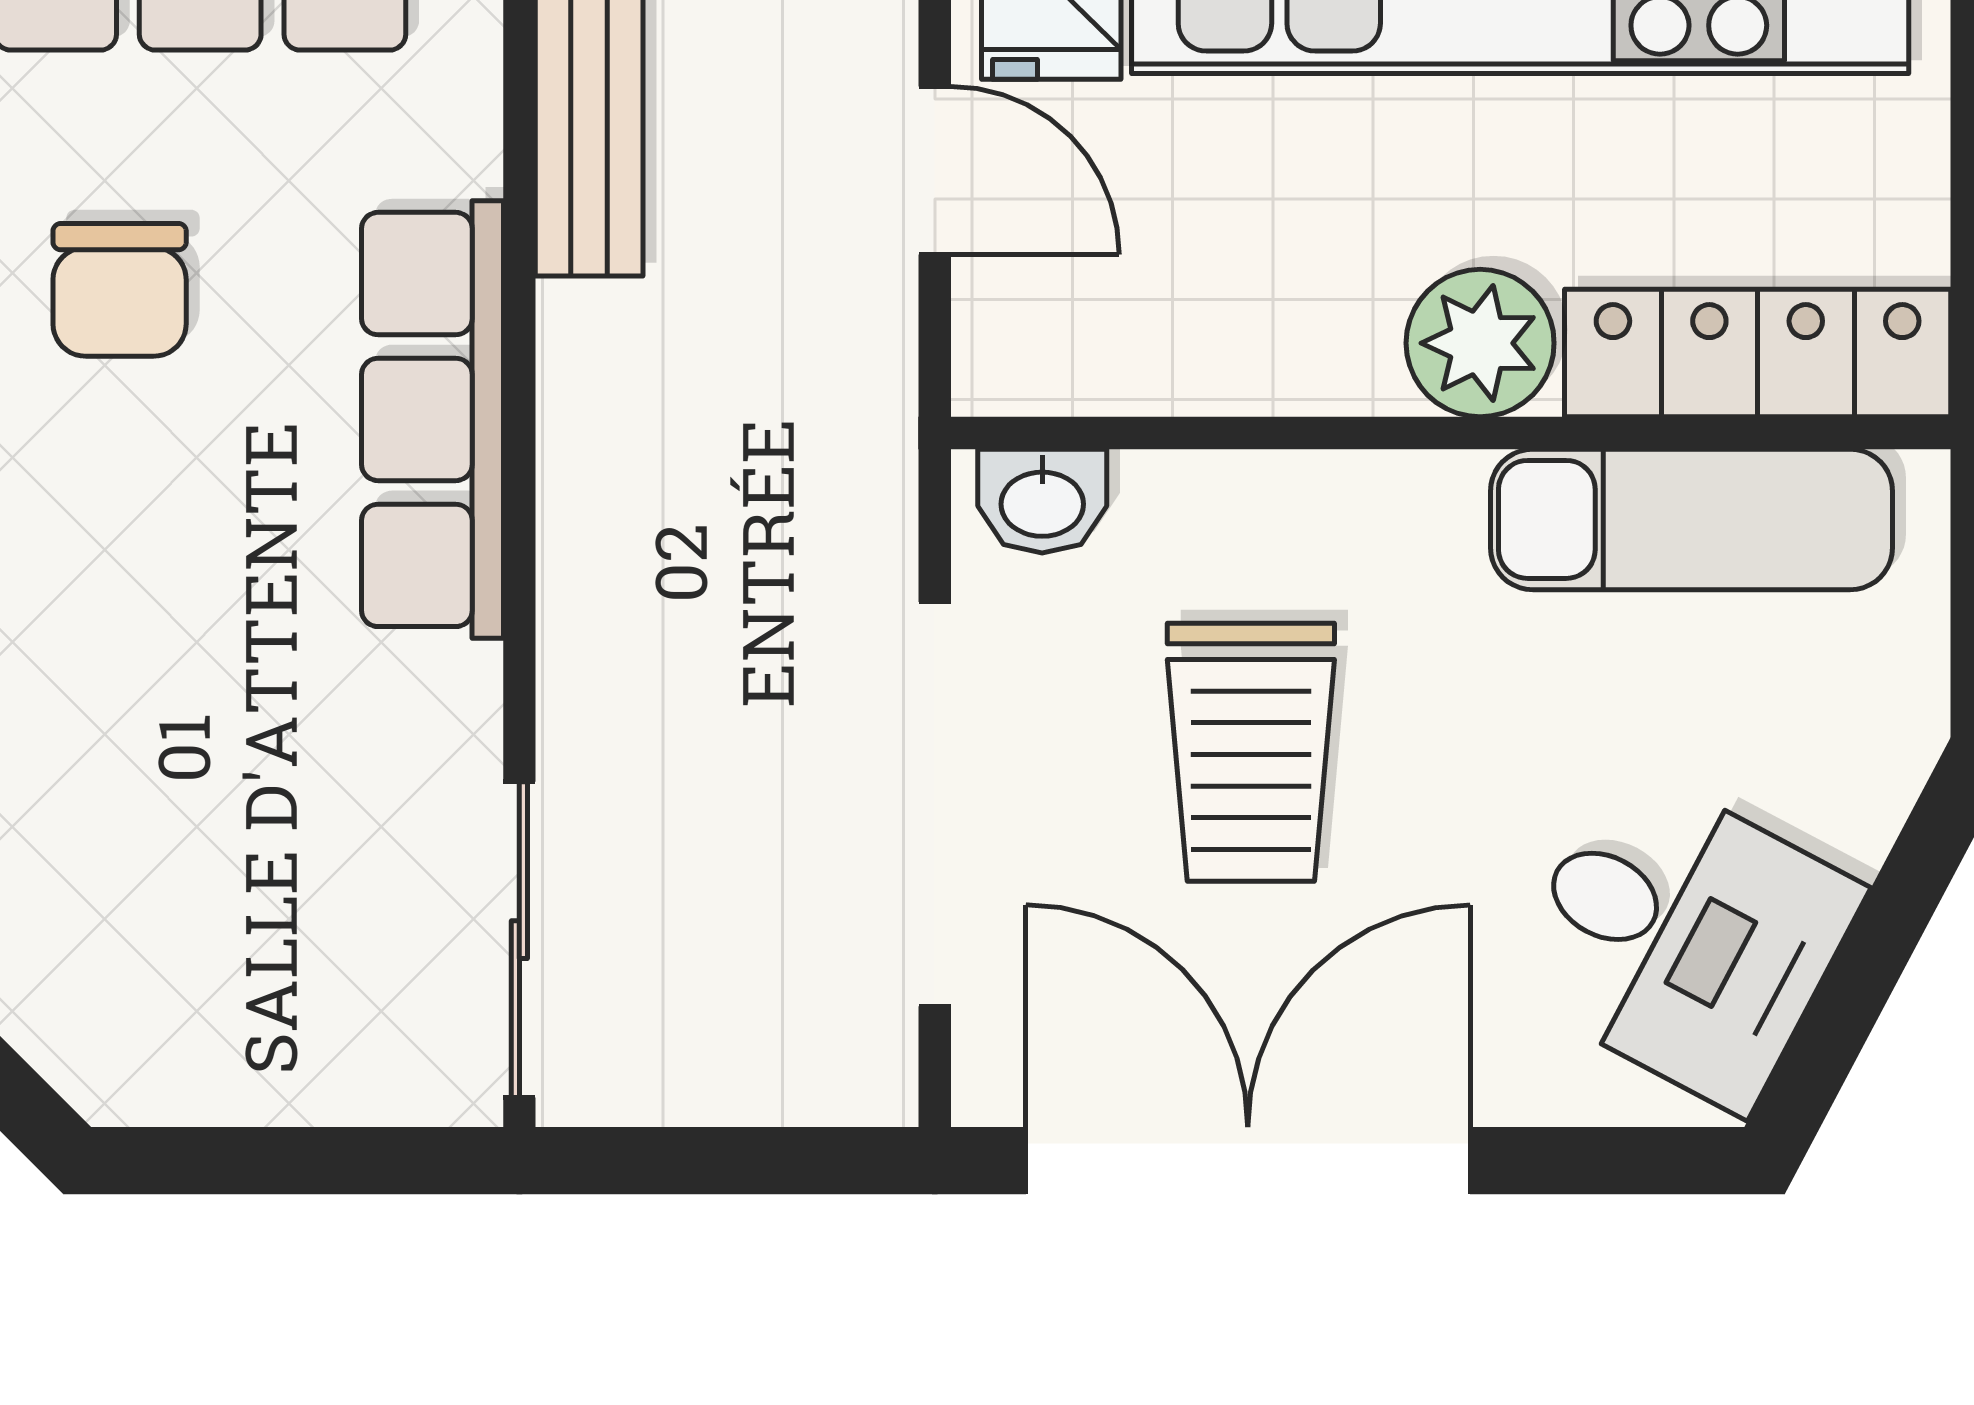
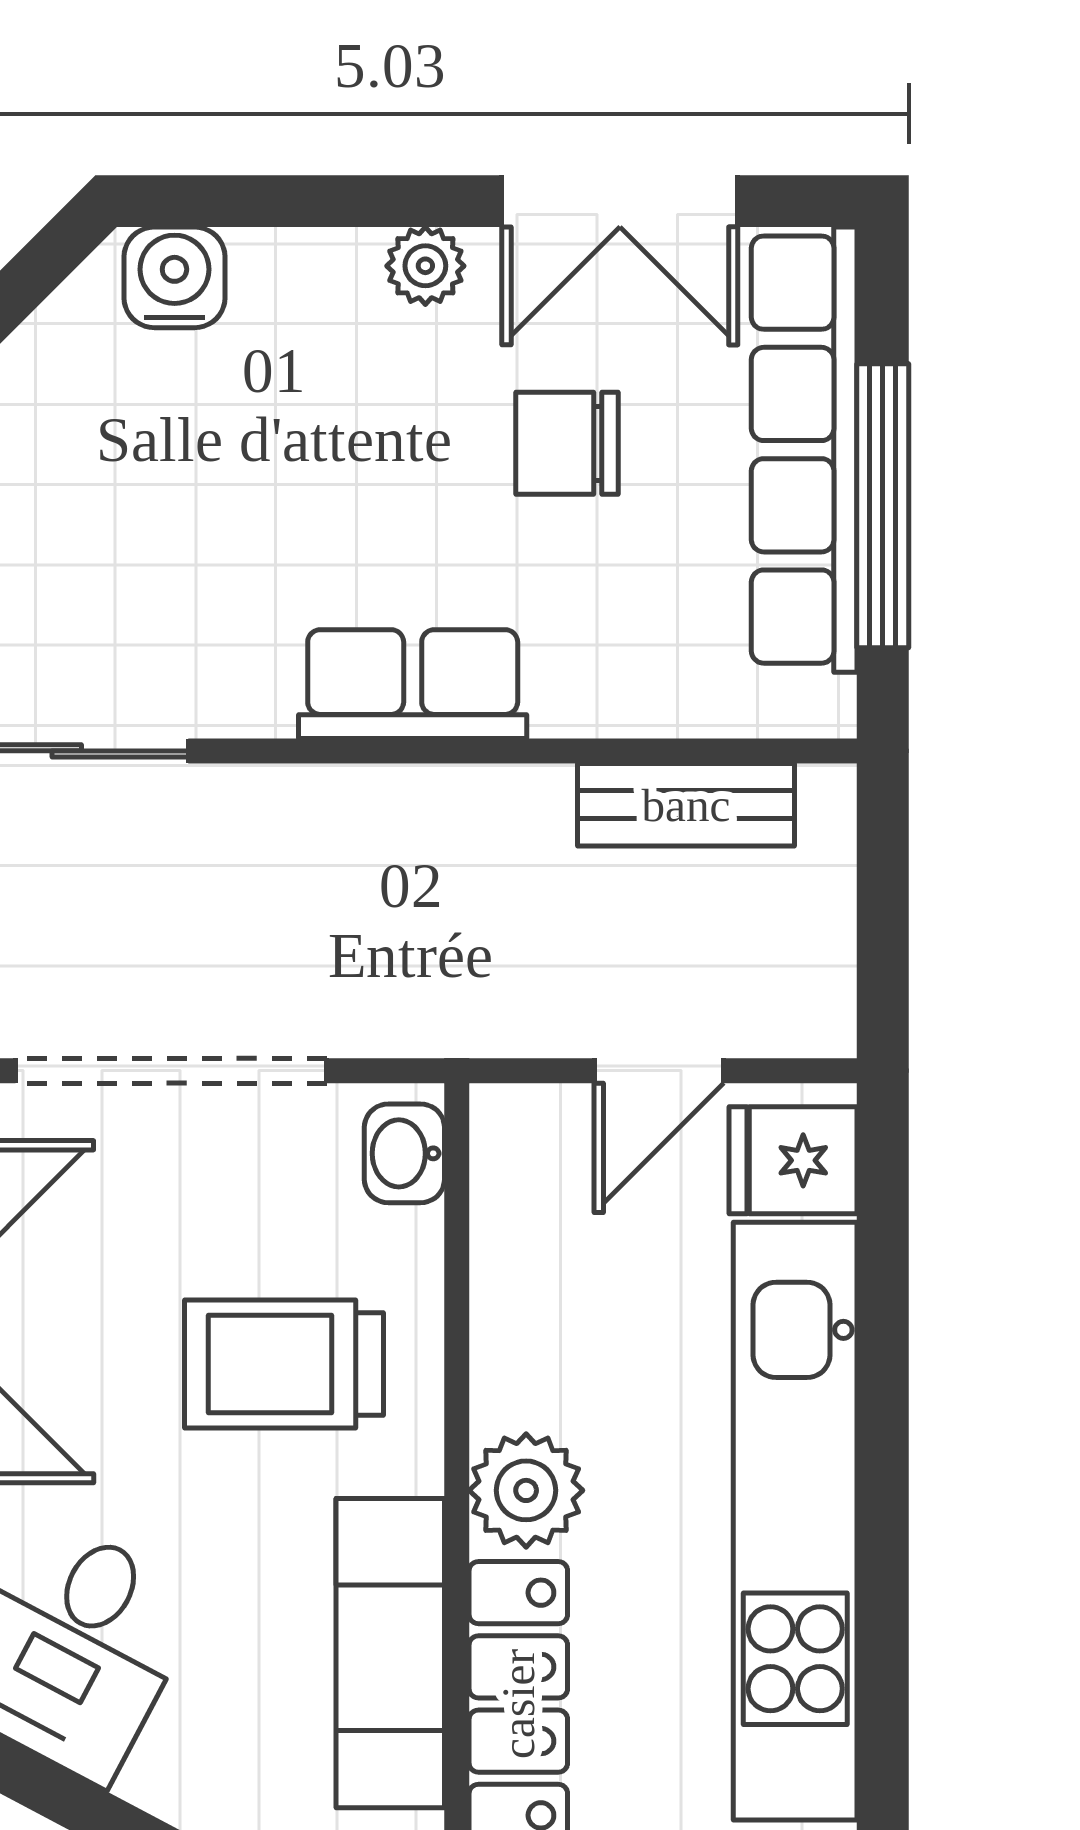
row of seats: (432, 419) -> (413, 684), width x0.68
trolley: (1251, 752) -> (284, 1364), moved

